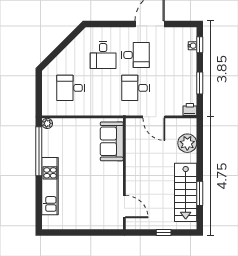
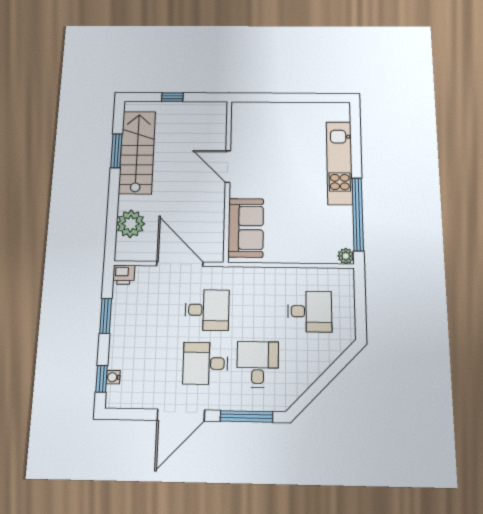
window: (110, 24) -> (247, 416), added
door: (154, 117) -> (180, 264), width x1.36
door: (124, 207) -> (228, 167), moved

